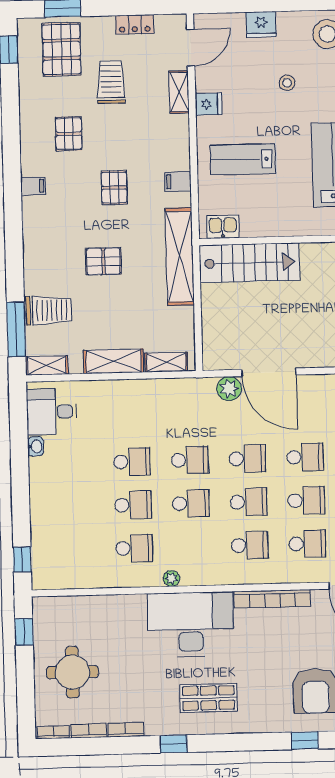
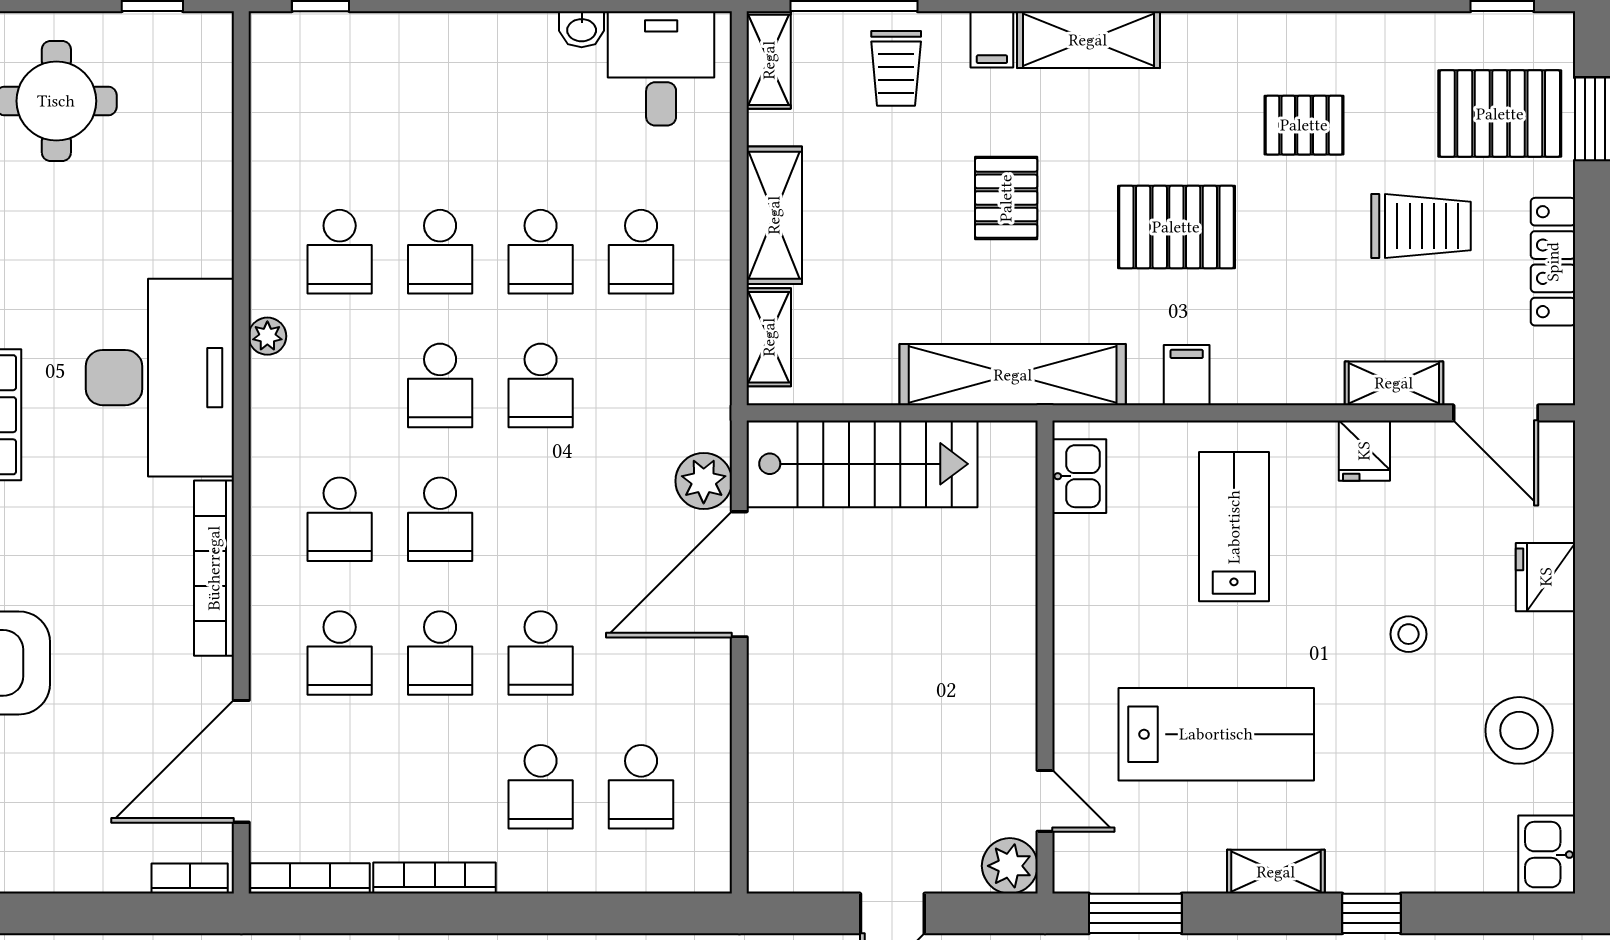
locker: (135, 24) -> (1553, 262), width x1.53
filing cabinet: (33, 186) -> (992, 39), moved
pallet: (114, 188) -> (1176, 227), width x1.50, depth x1.42
shelving: (34, 228) -> (1088, 40), added
stairs: (249, 263) -> (862, 464), moved, turned -90
trolley: (49, 310) -> (896, 68), width x0.73, depth x0.72
school desk: (247, 459) -> (641, 252), moved

